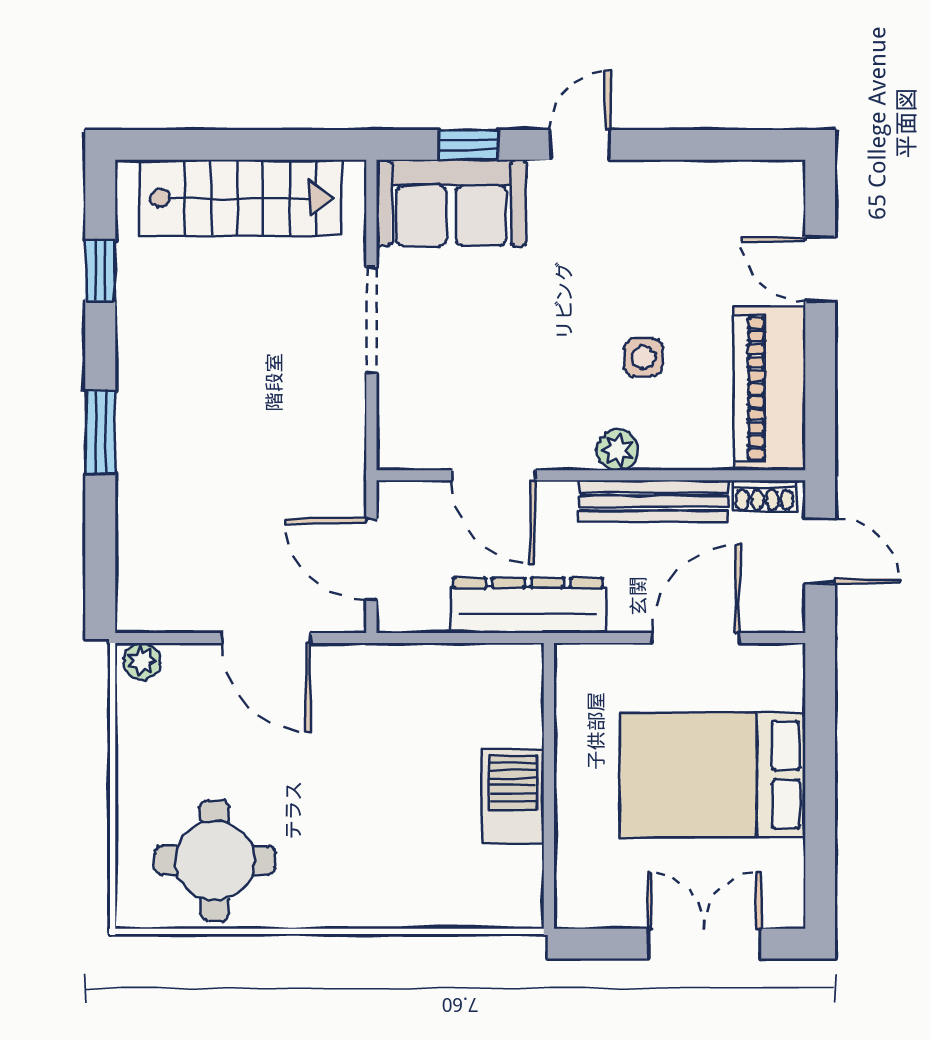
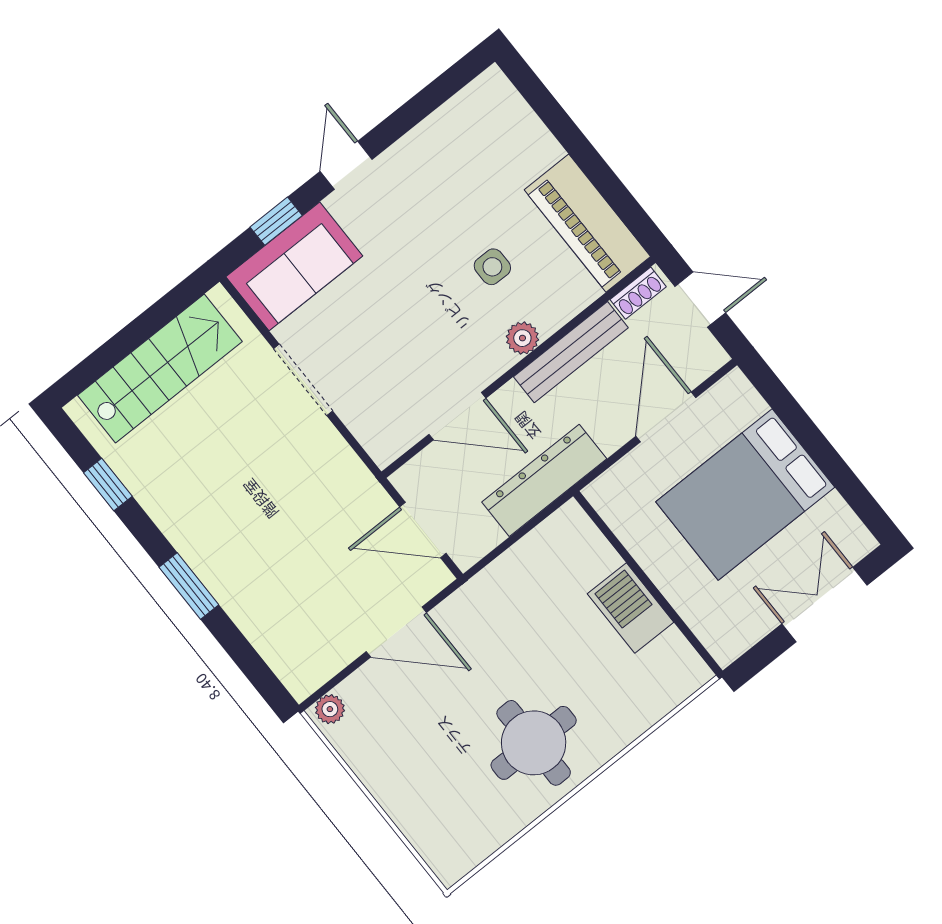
door: (820, 269) -> (559, 123), removed
round table: (215, 860) -> (534, 743), moved

